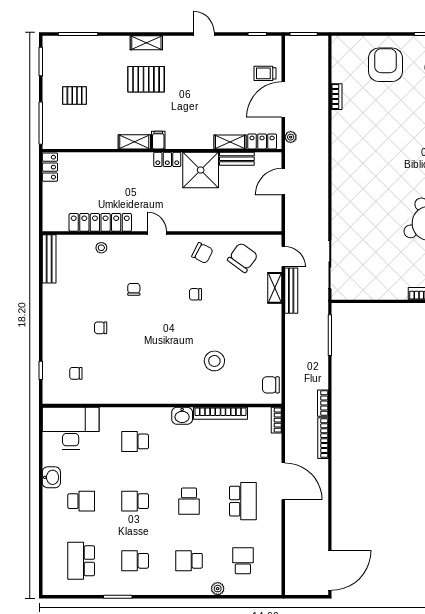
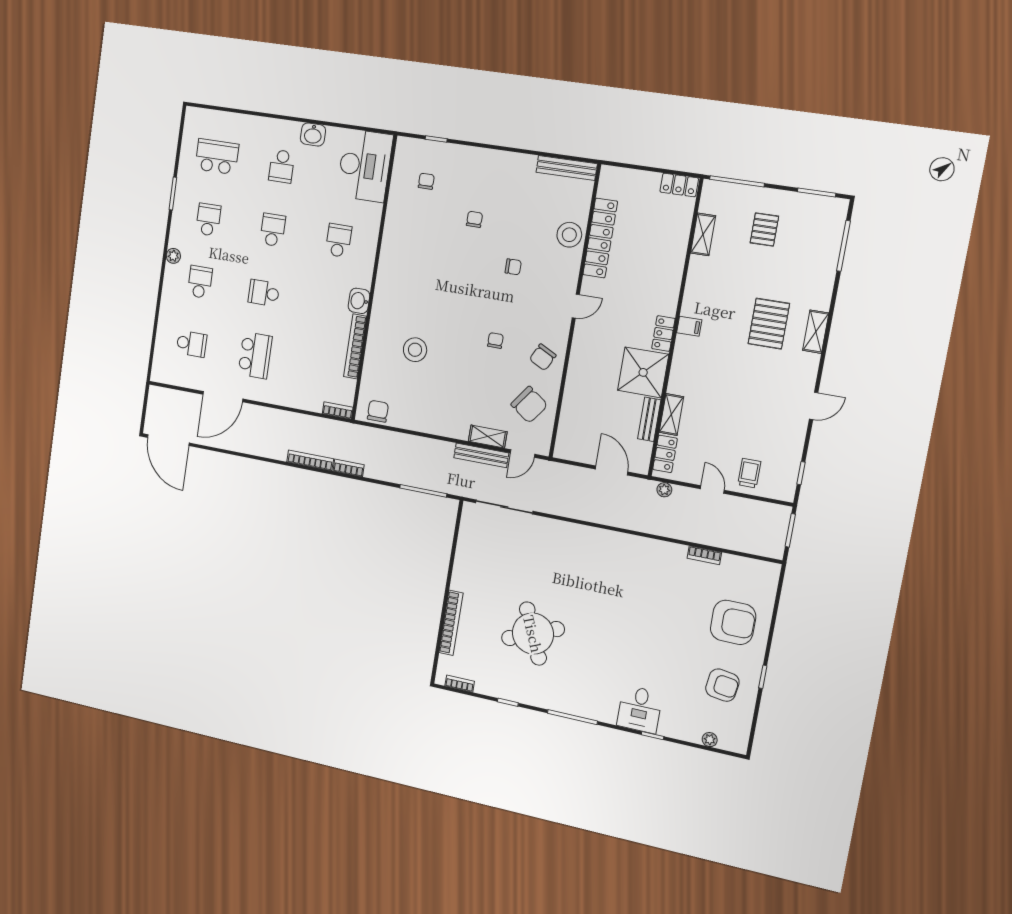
door: (283, 100) -> (712, 490), width x0.53
shelving: (134, 142) -> (703, 234), moved
stool: (101, 248) -> (569, 235), width x1.89, depth x1.89
door: (283, 481) -> (223, 397), moved
school desk: (243, 501) -> (255, 355), turned -90
plant: (218, 589) -> (173, 256), moved

